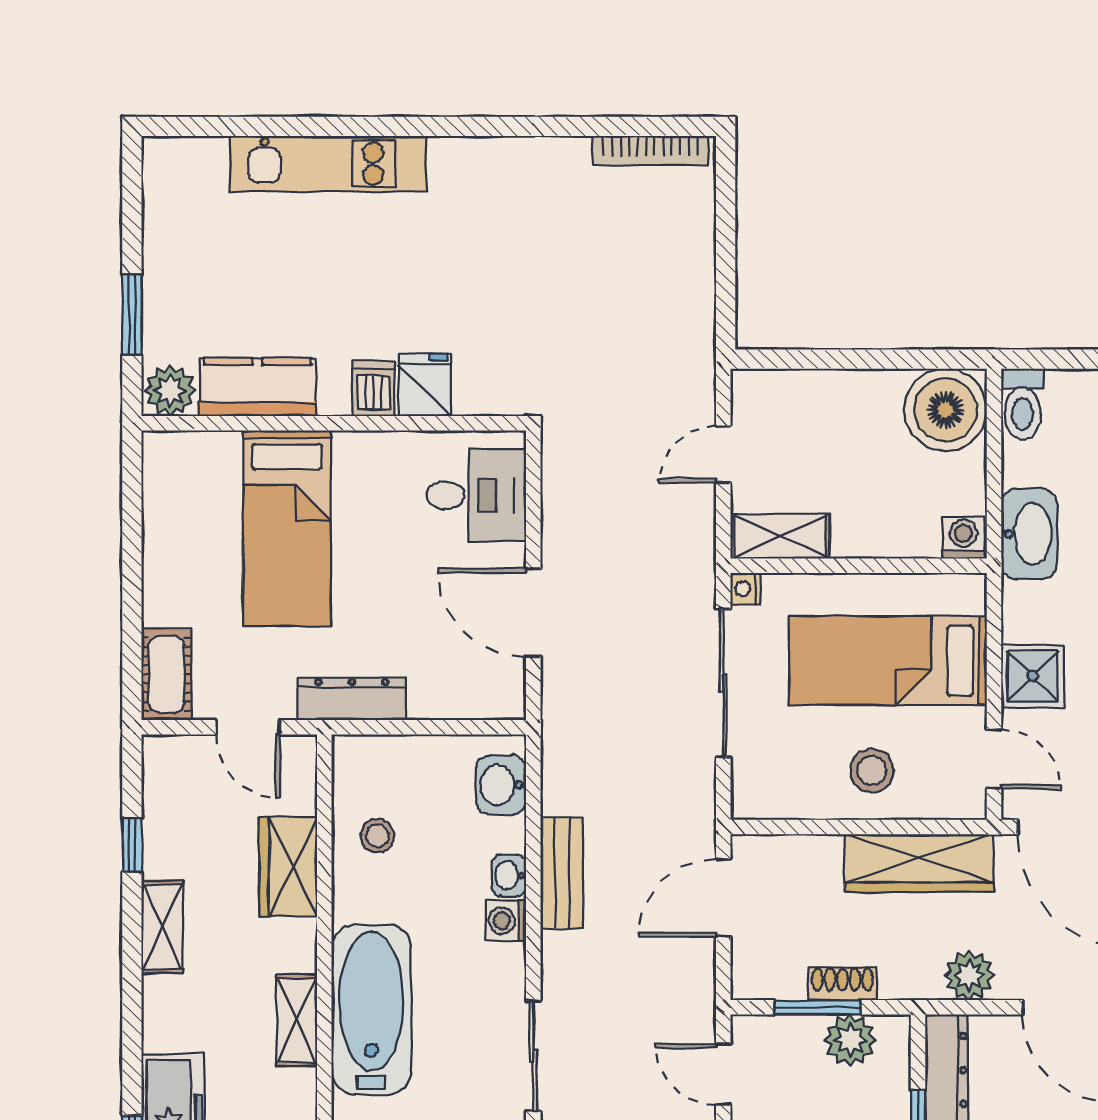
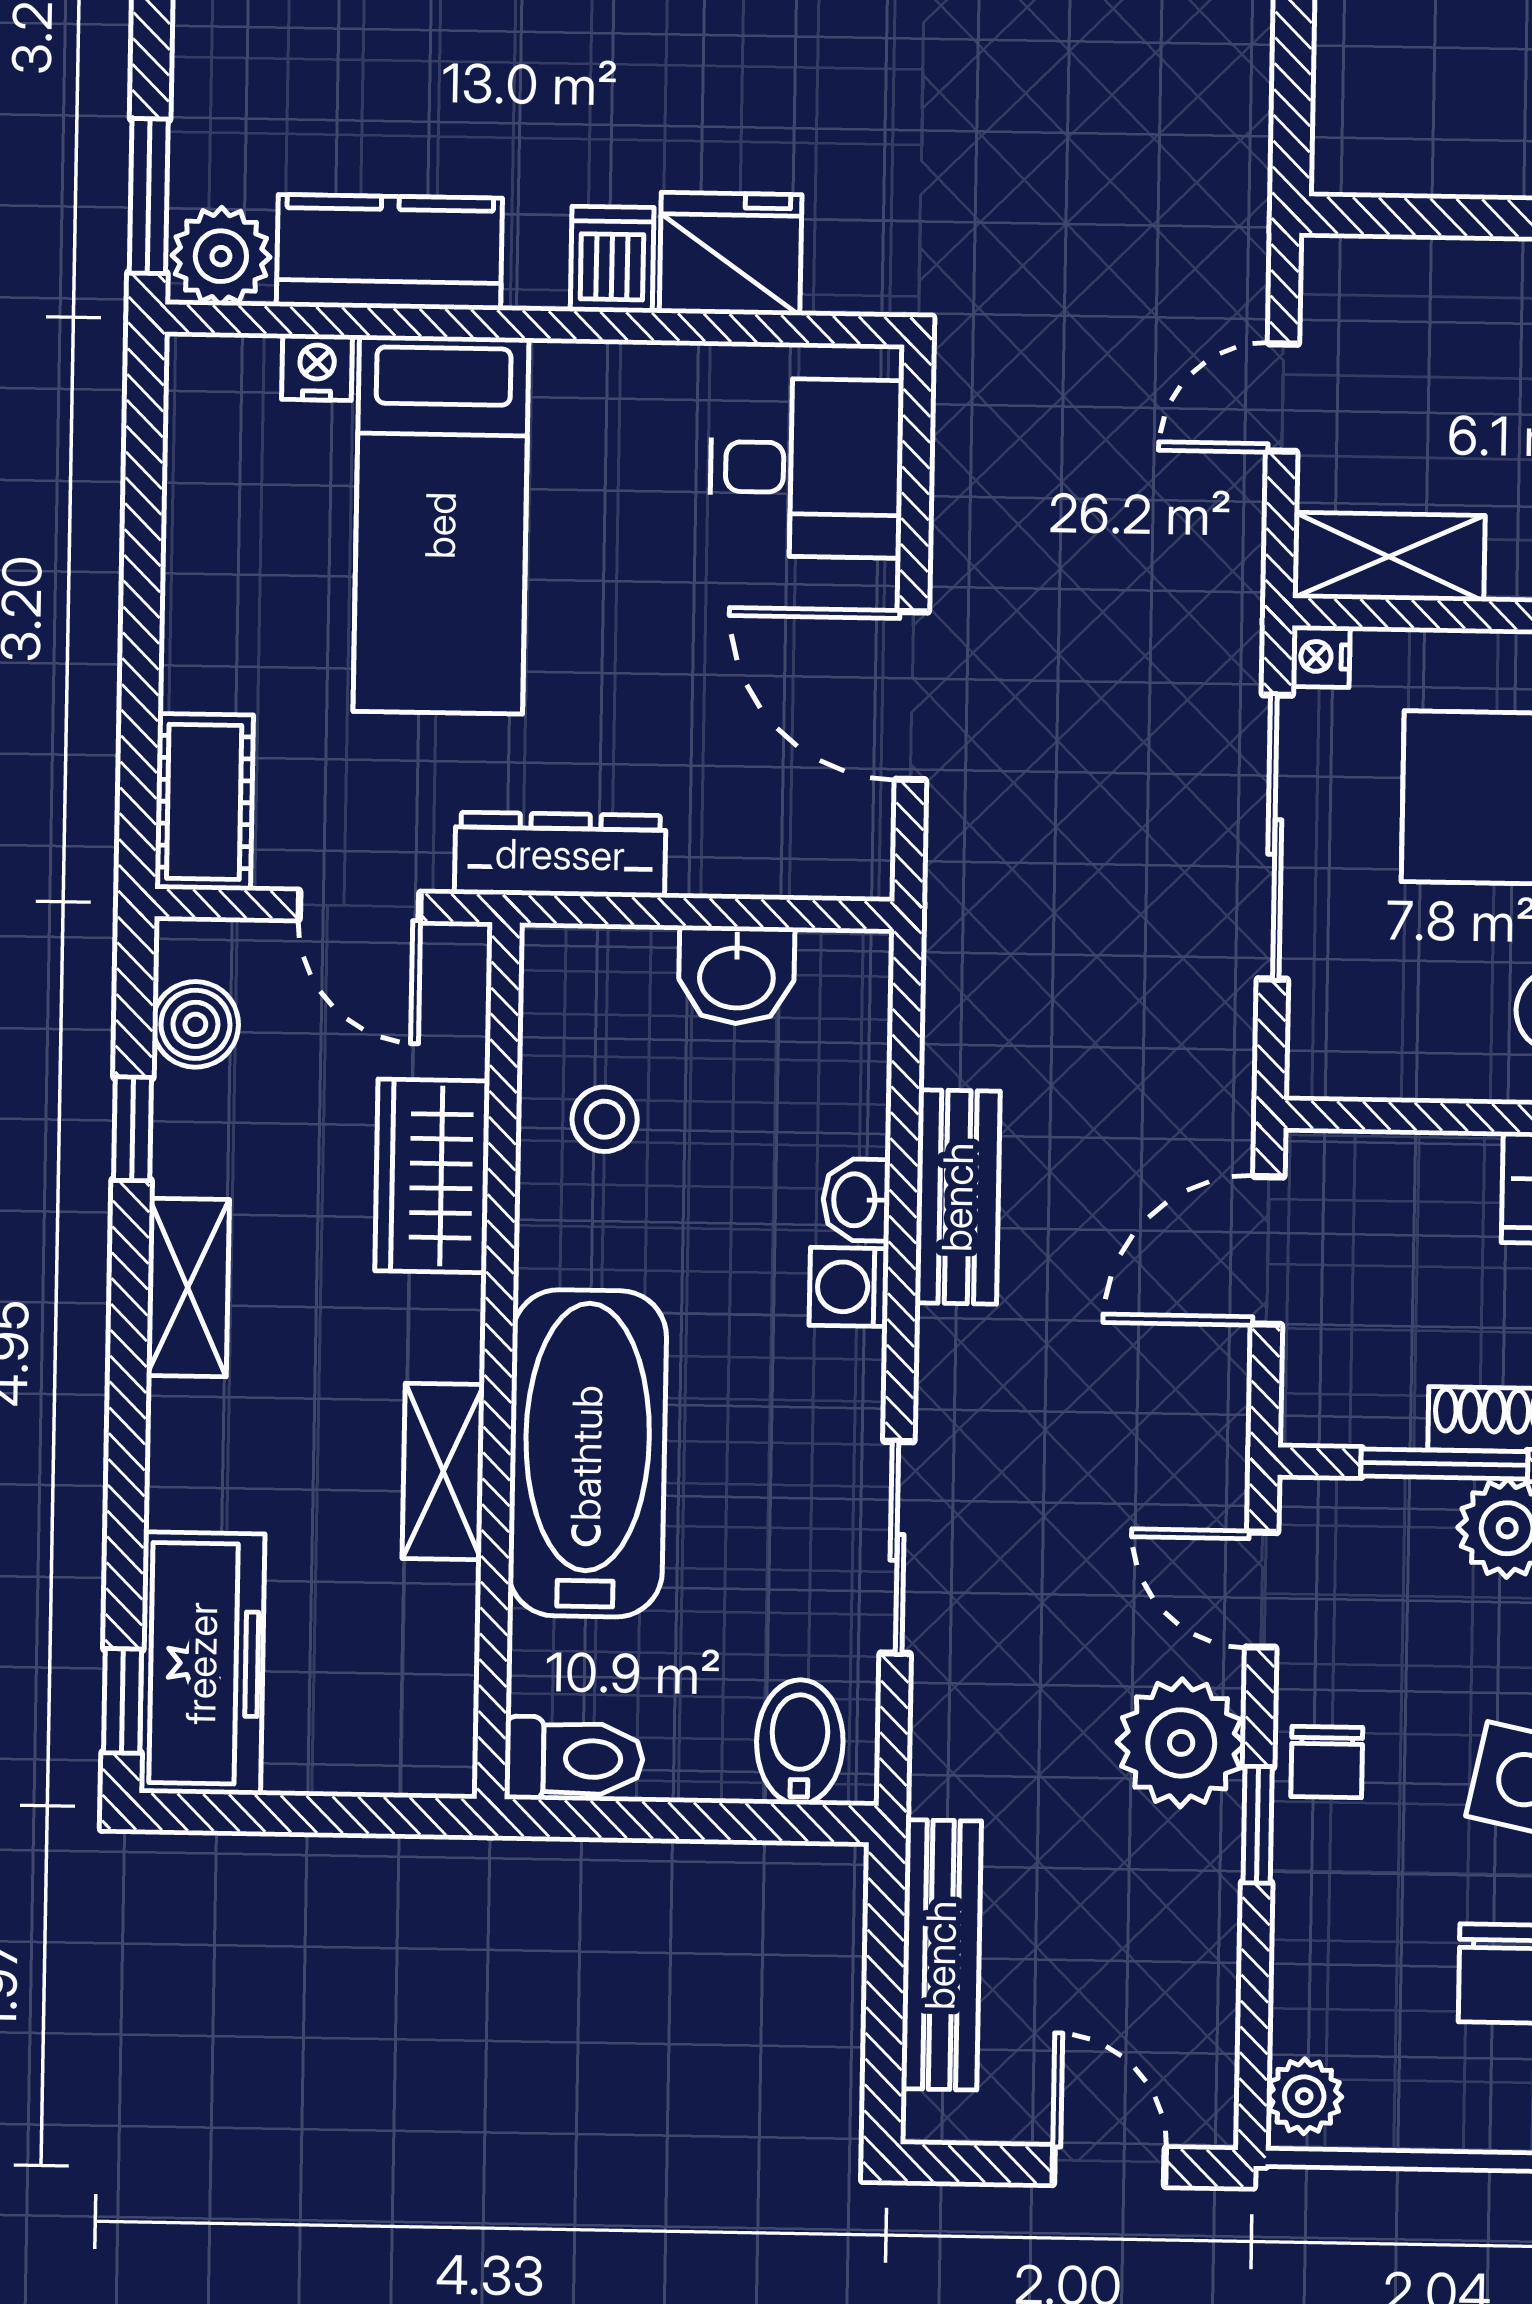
window: (132, 315) -> (149, 196), moved
fridge: (425, 385) -> (731, 254), width x1.38
nightstand: (221, 447) -> (317, 367), added
washbasin: (501, 785) -> (736, 975), moved, turned -90
boiler: (164, 790) -> (195, 1024), added

